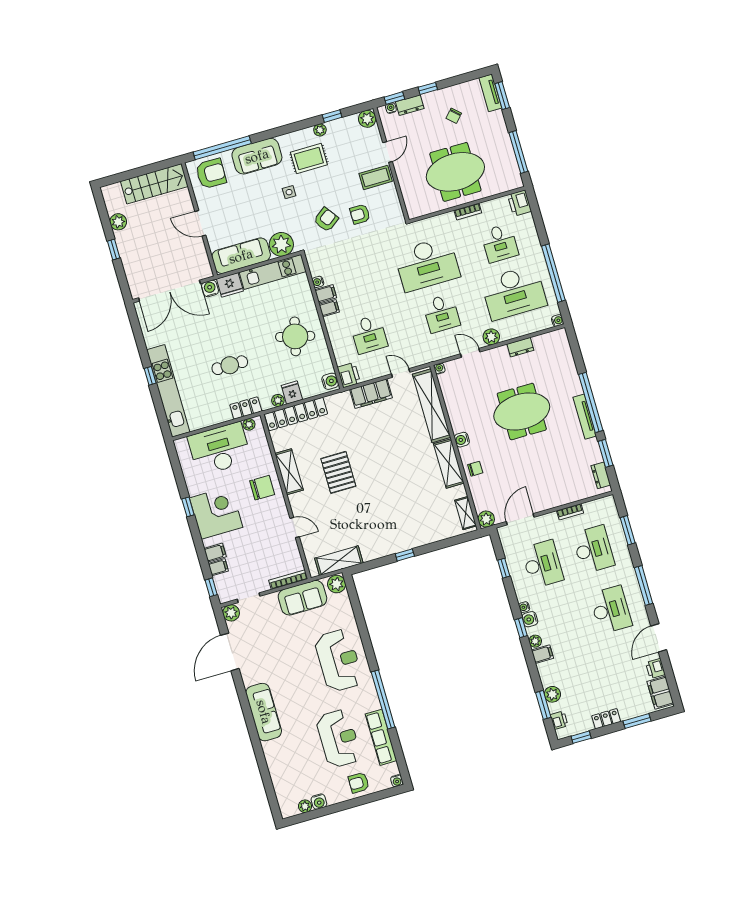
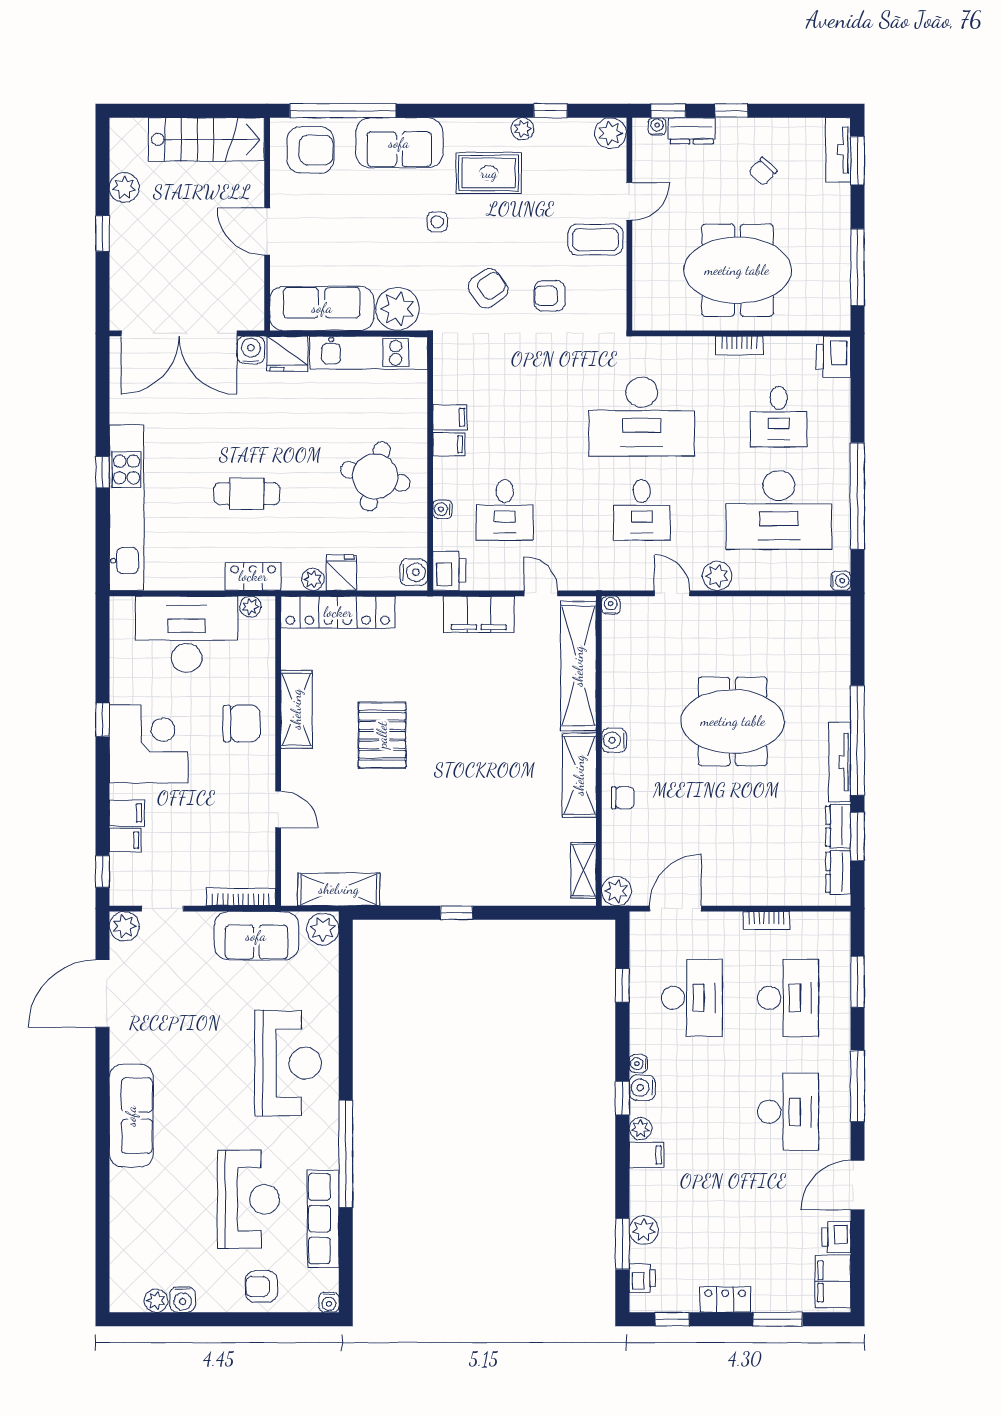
water cooler: (318, 282) -> (442, 509), moved
dresser: (520, 347) -> (838, 826), moved, turned 90

